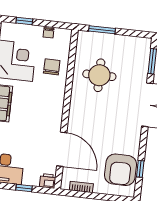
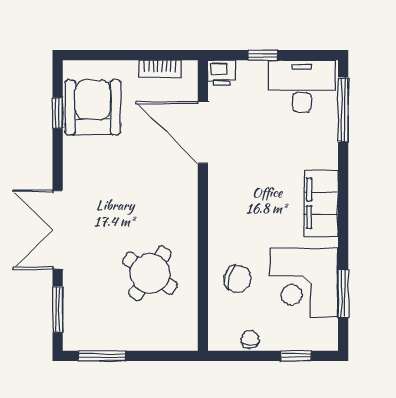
window: (102, 30) -> (102, 356), moved
chair: (52, 67) -> (237, 279), turned -75
round table: (99, 75) -> (150, 273), turned 34

